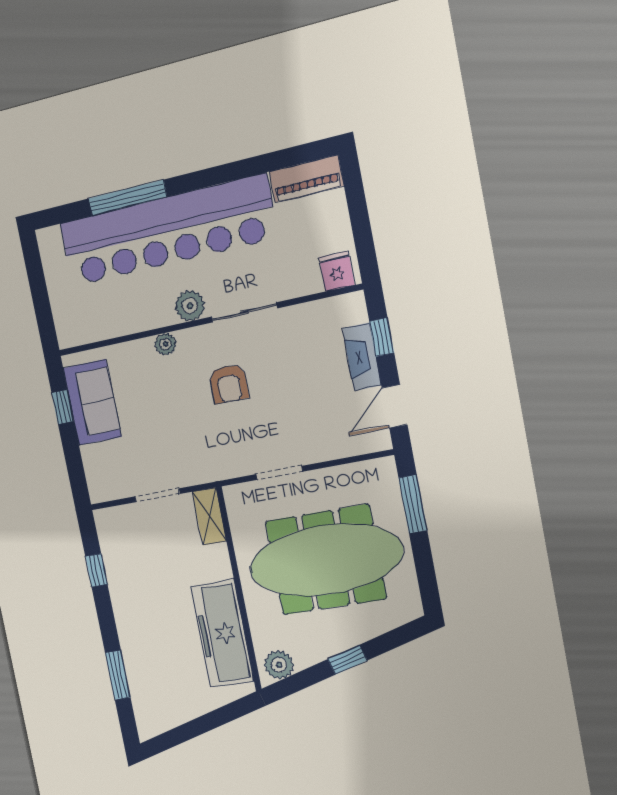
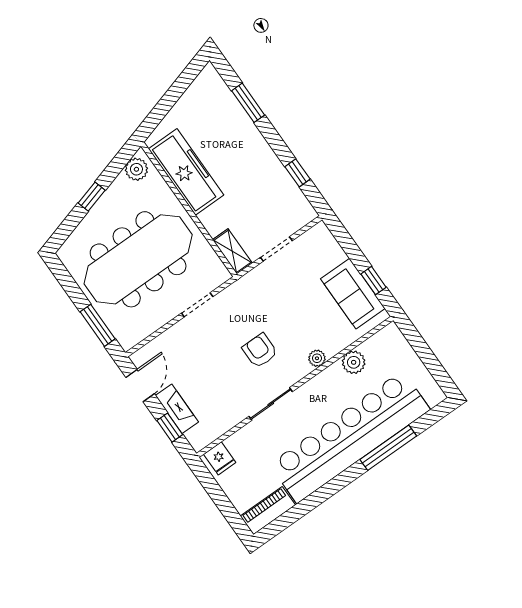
plant: (190, 306) -> (354, 362), moved

